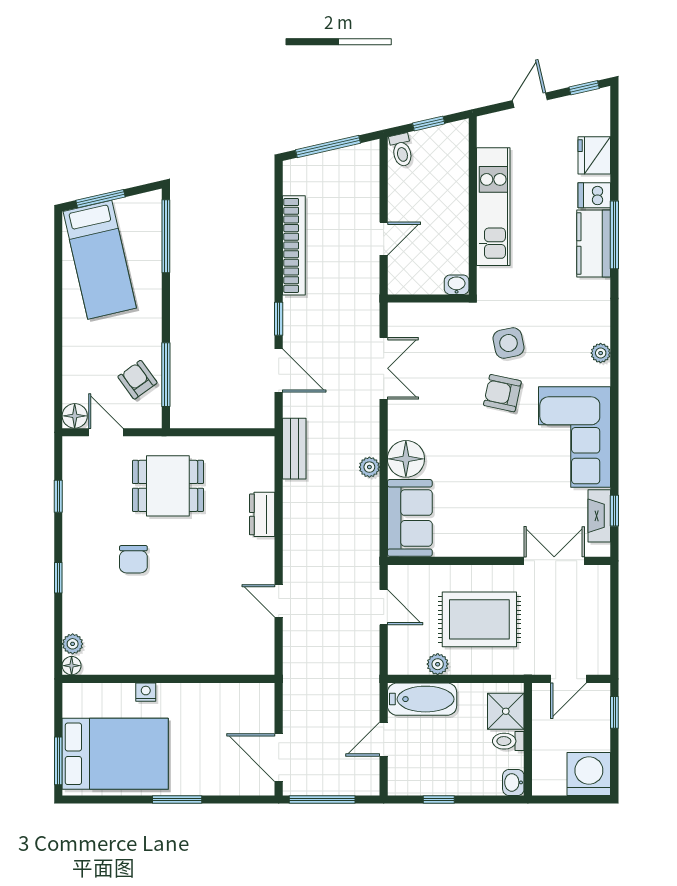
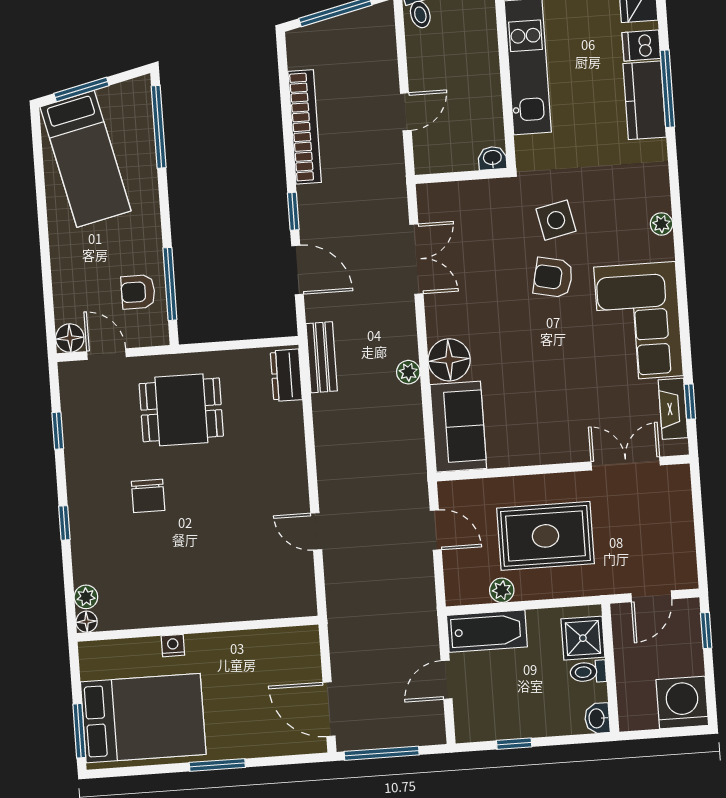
armchair: (137, 380) -> (138, 292), turned -54
dresser: (262, 514) -> (286, 375), moved

